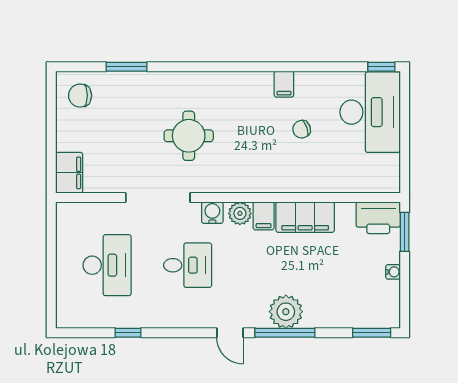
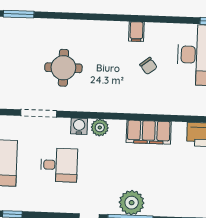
chair: (302, 129) -> (148, 66), turned -108
doorway: (158, 198) -> (39, 113), width x0.73
filing cabinet: (264, 216) -> (118, 130), removed

